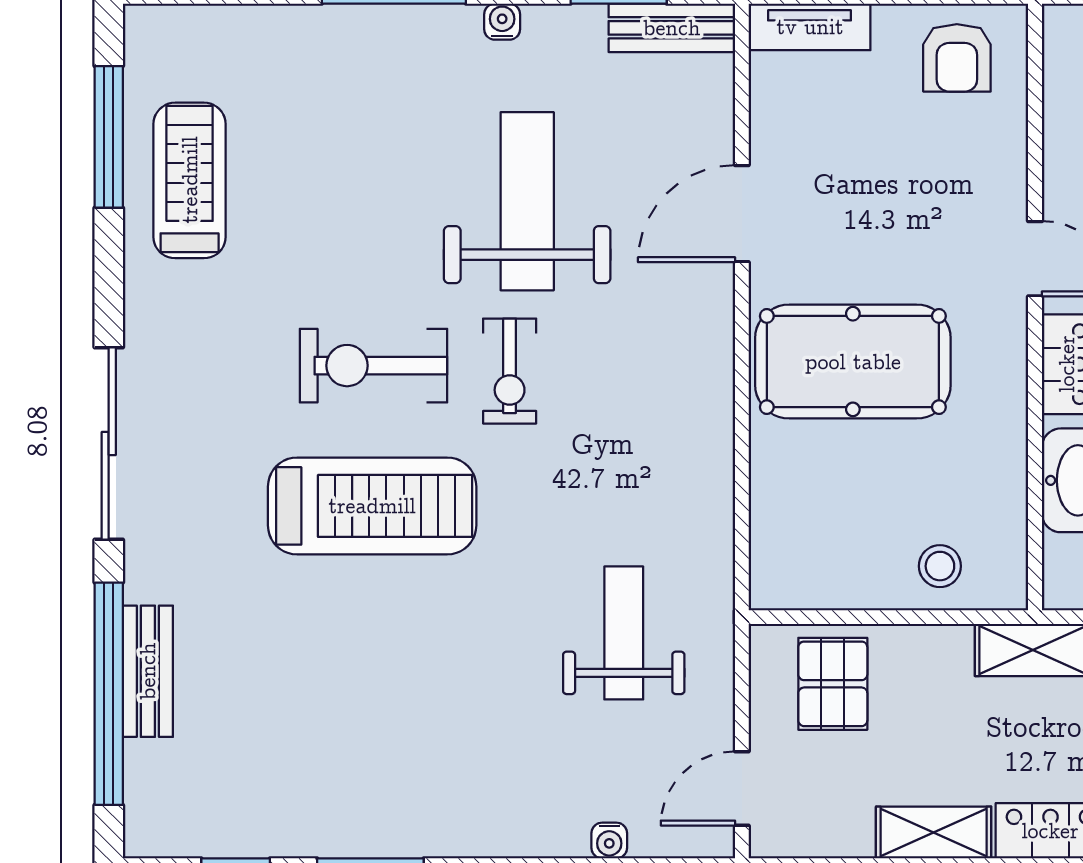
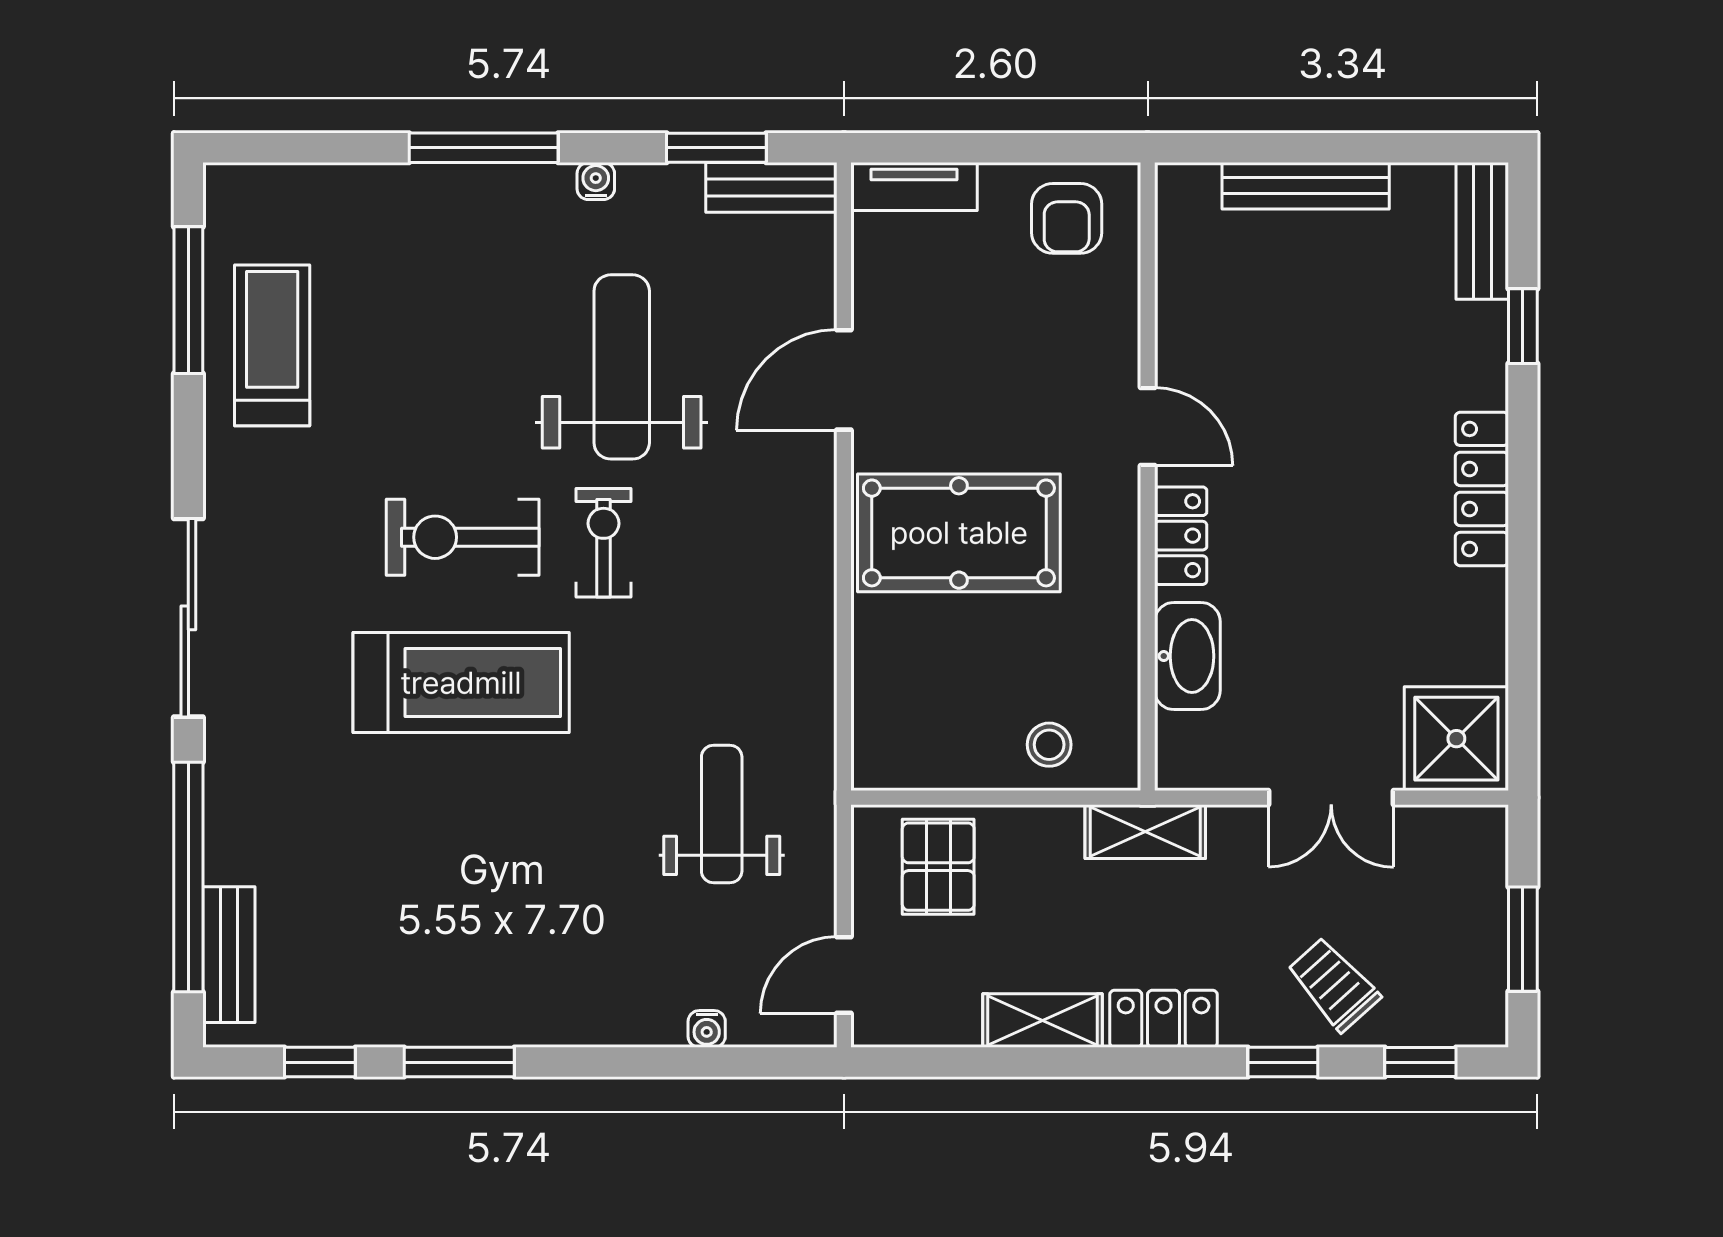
exercise bike: (510, 371) -> (603, 543), turned 180
bench: (148, 671) -> (229, 955), moved

